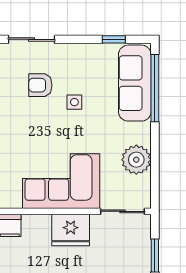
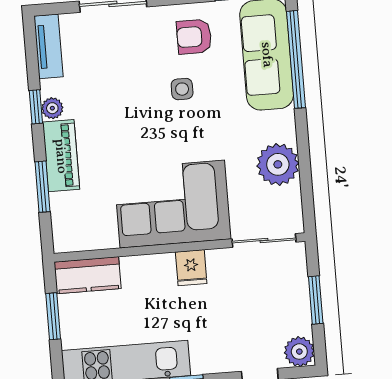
armchair: (40, 85) -> (194, 37), moved
fridge: (71, 230) -> (191, 268), width x0.53, depth x0.75

